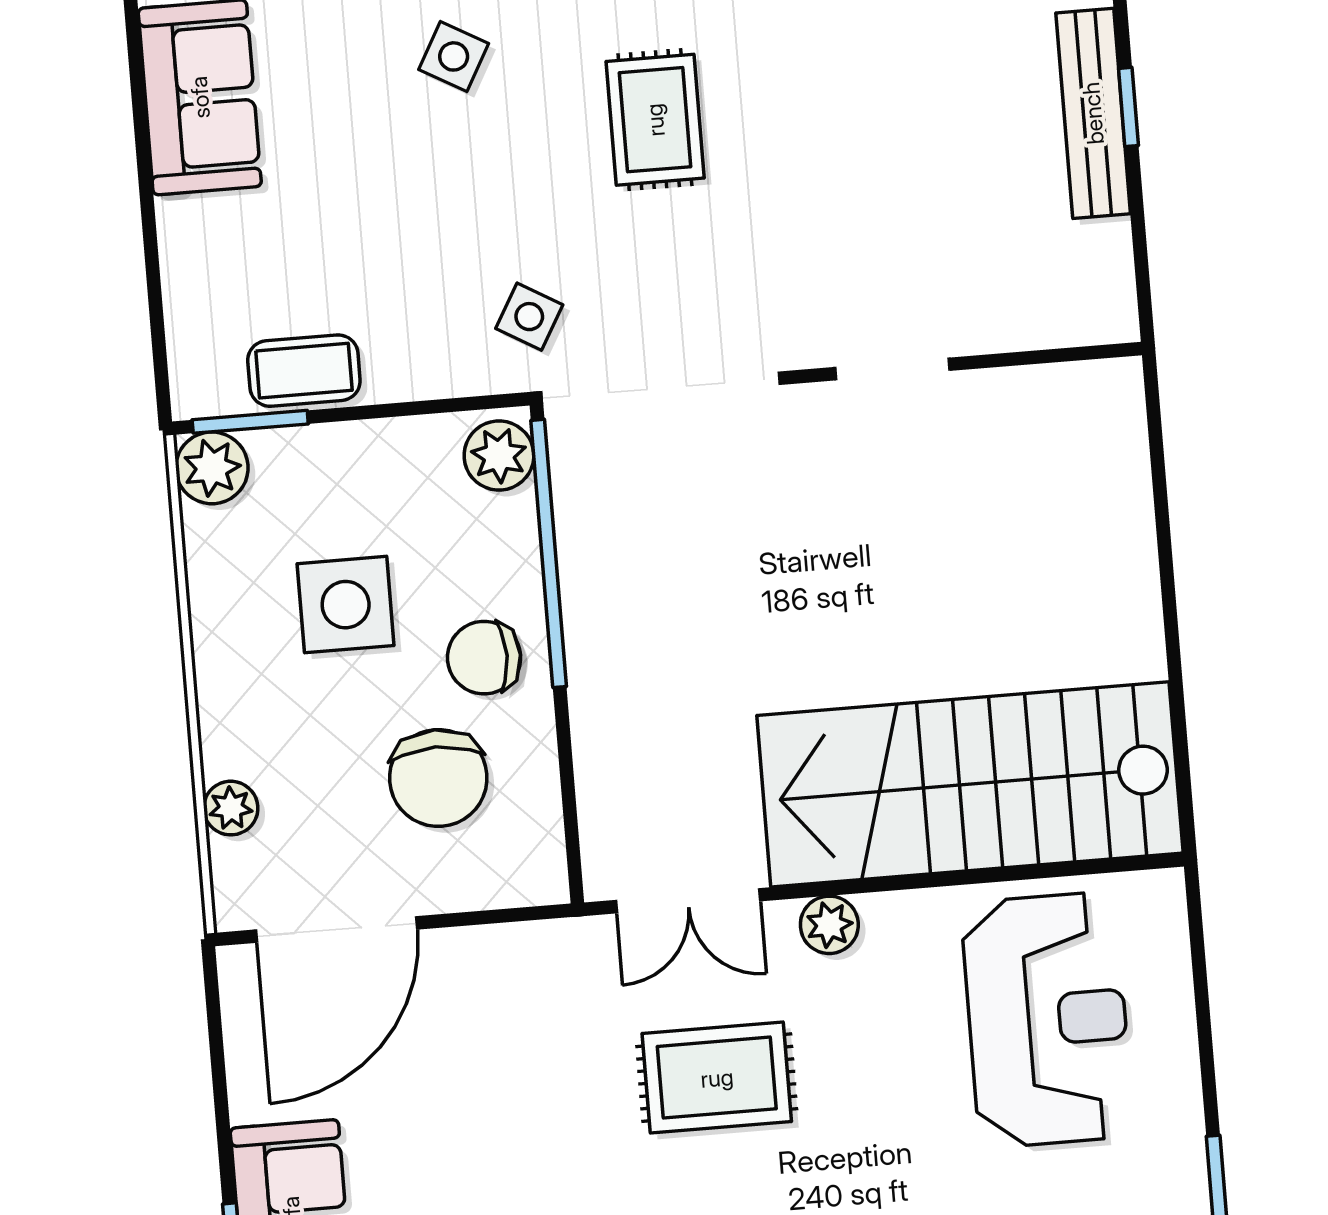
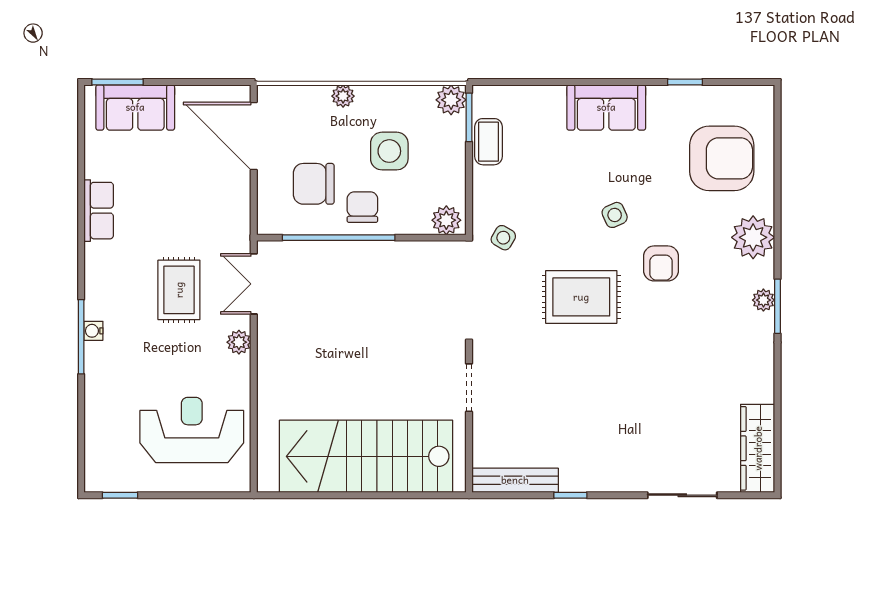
side table: (454, 56) -> (615, 215), turned 37
bench: (1093, 113) -> (515, 480), moved
rug: (655, 120) -> (581, 297), width x1.36, depth x1.43
window: (549, 553) -> (339, 238), moved
stairs: (970, 784) -> (366, 456), moved, turned -90
plant: (231, 808) -> (343, 96), moved
reception desk: (1047, 1020) -> (192, 430), turned 180

